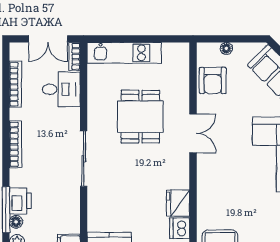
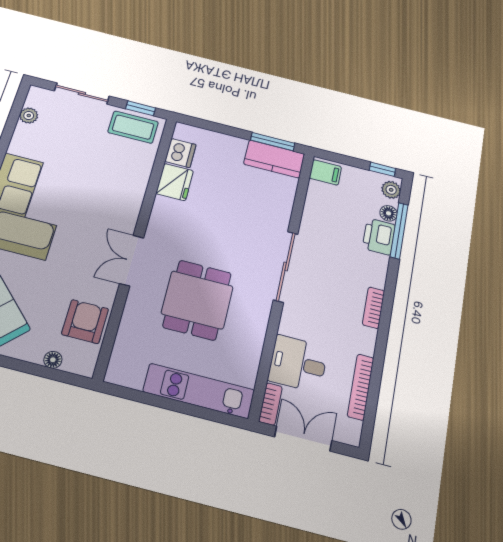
bookcase: (16, 144) -> (374, 308), width x0.64

